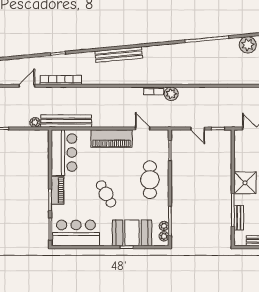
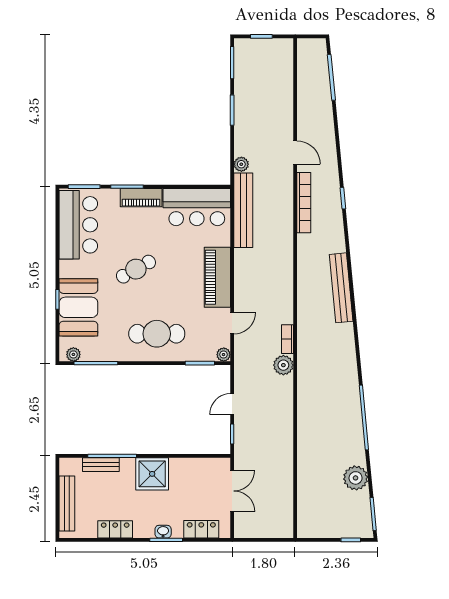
plant: (164, 226) -> (224, 355), moved

